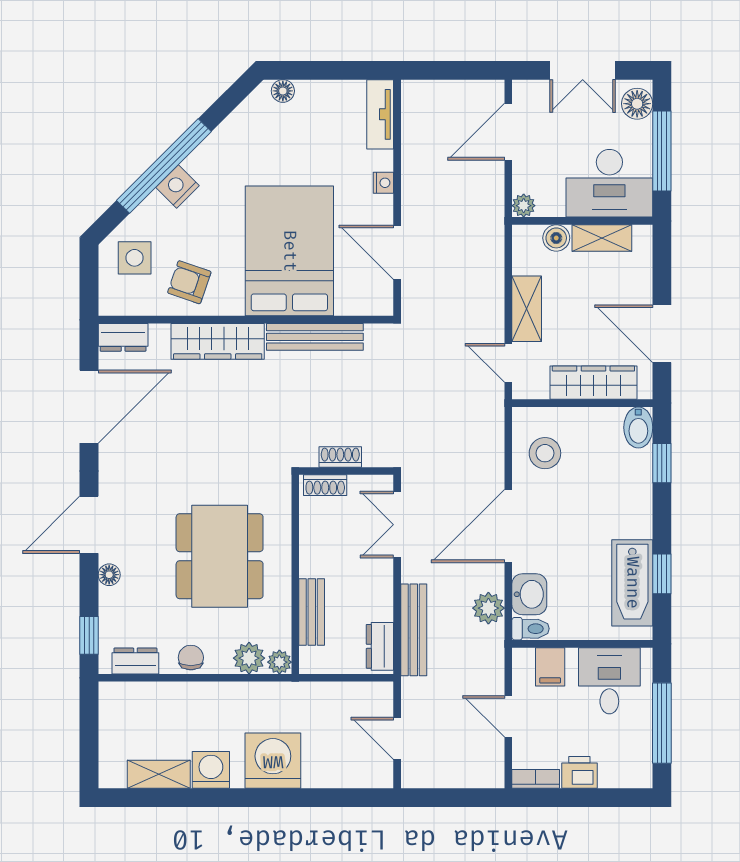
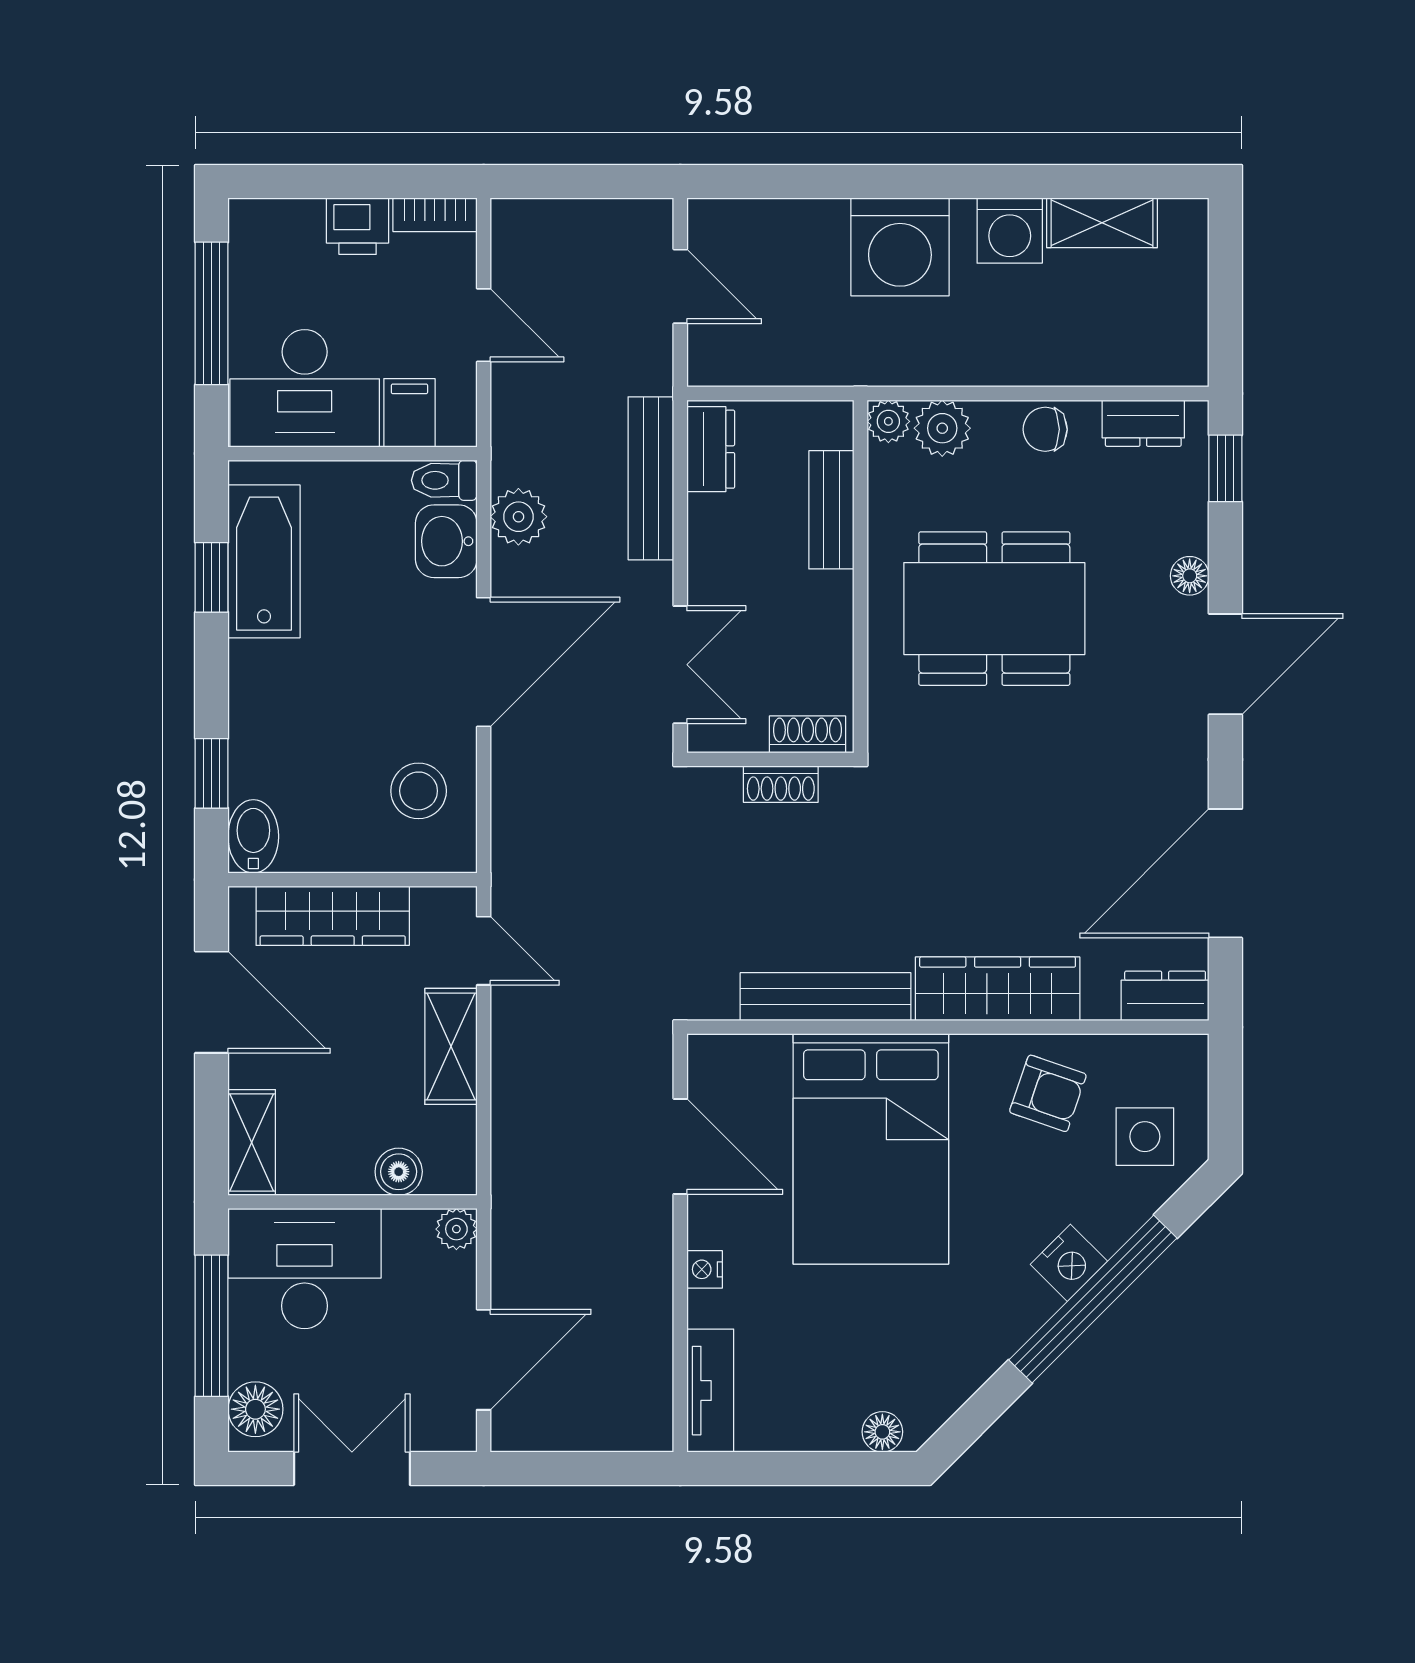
shelving: (602, 238) -> (252, 1143), moved, turned 90
dining table: (220, 556) -> (994, 609), turned 90
chair: (191, 658) -> (1045, 429), turned 90
desk: (609, 681) -> (305, 388), width x1.37

